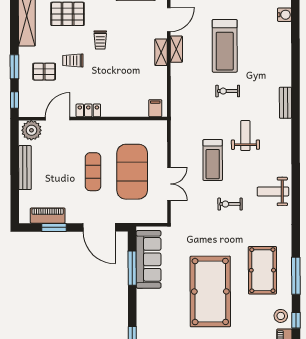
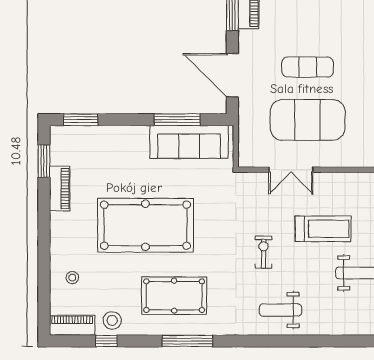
treadmill: (213, 160) -> (323, 229), turned 180
weight bench: (273, 191) -> (280, 310), turned -90
door: (99, 227) -> (232, 75), hinge flipped
window: (296, 276) -> (187, 341), moved

